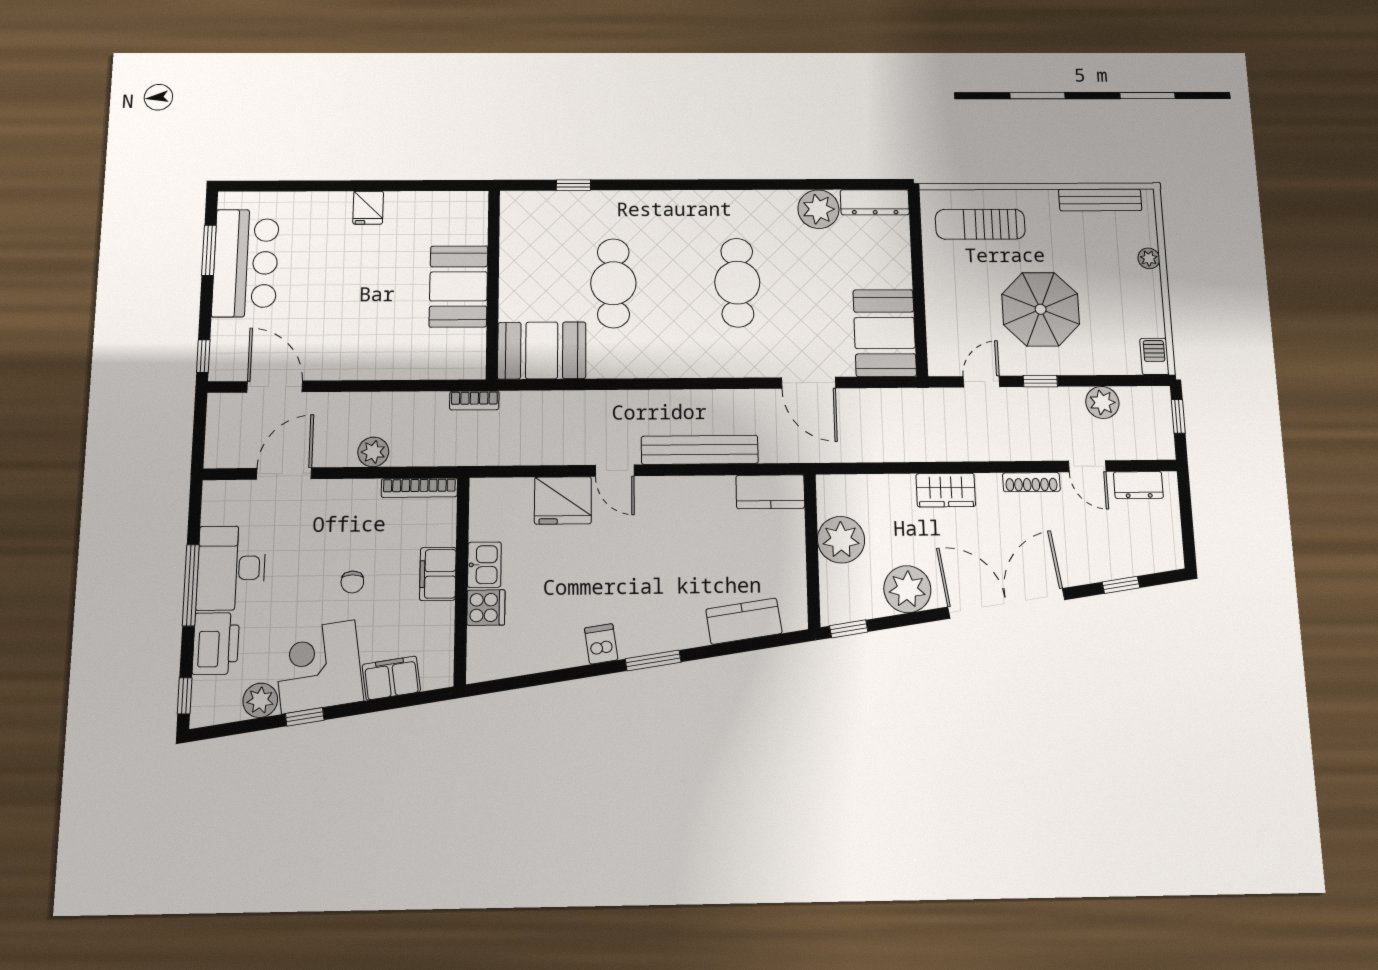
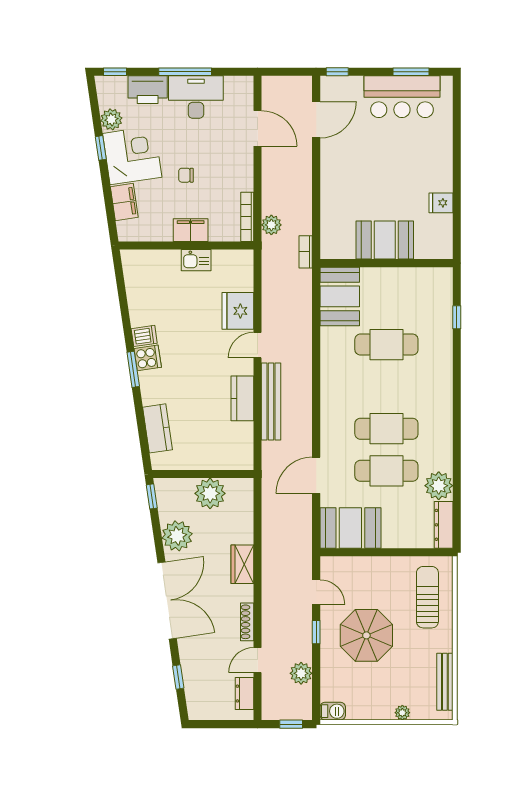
fridge: (368, 208) -> (441, 203), moved
cafe table: (799, 282) -> (386, 471), added
plant: (373, 452) -> (271, 225), moved
kitchen counter: (770, 492) -> (242, 398), moved
cooker: (486, 608) -> (148, 358), moved, turned -98

